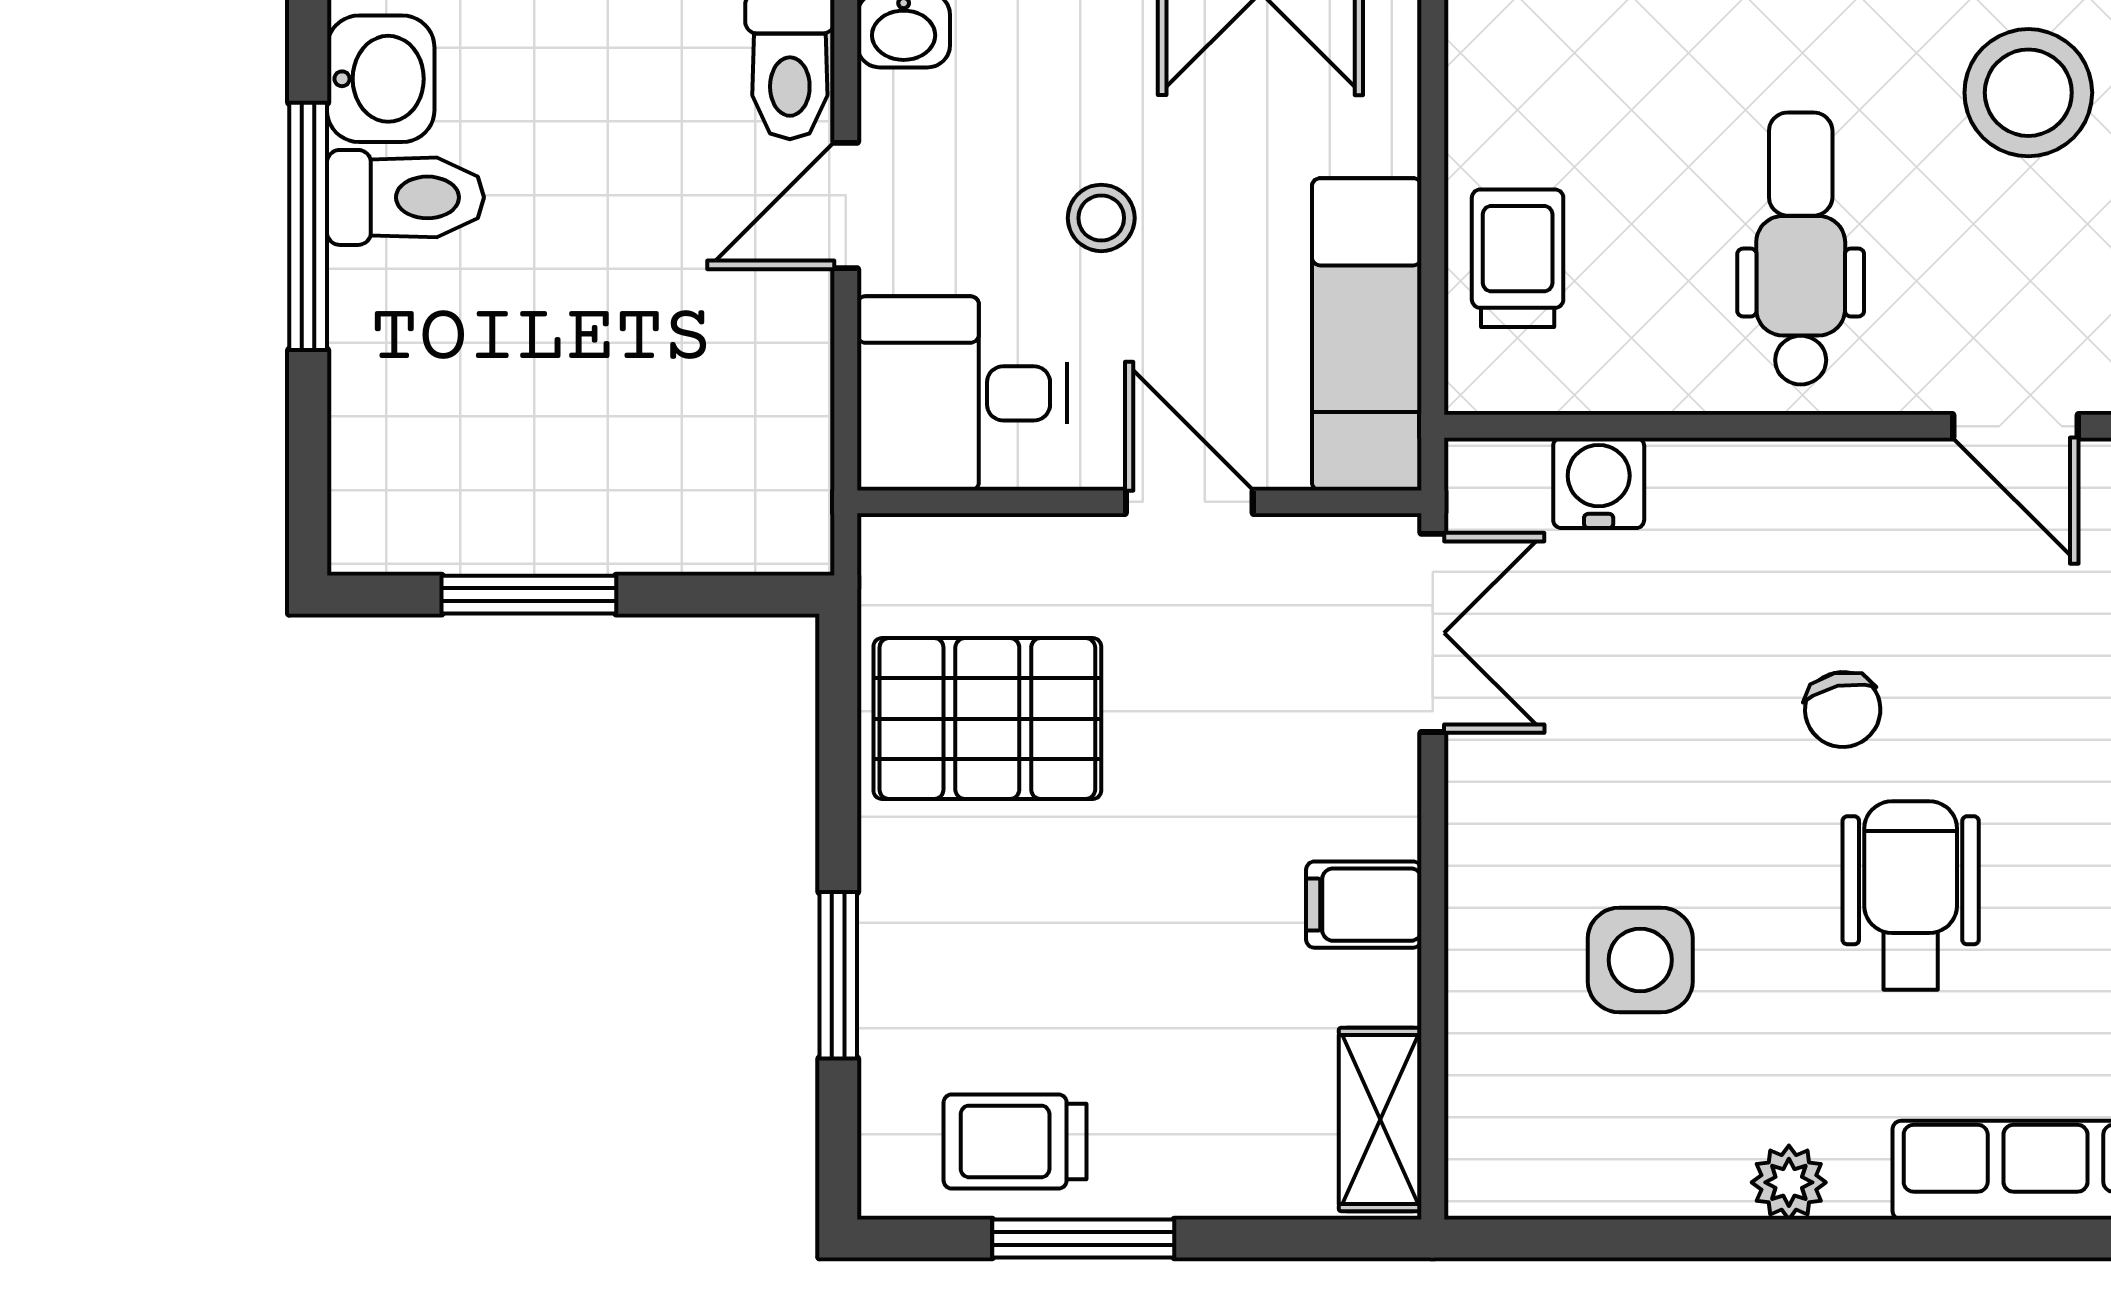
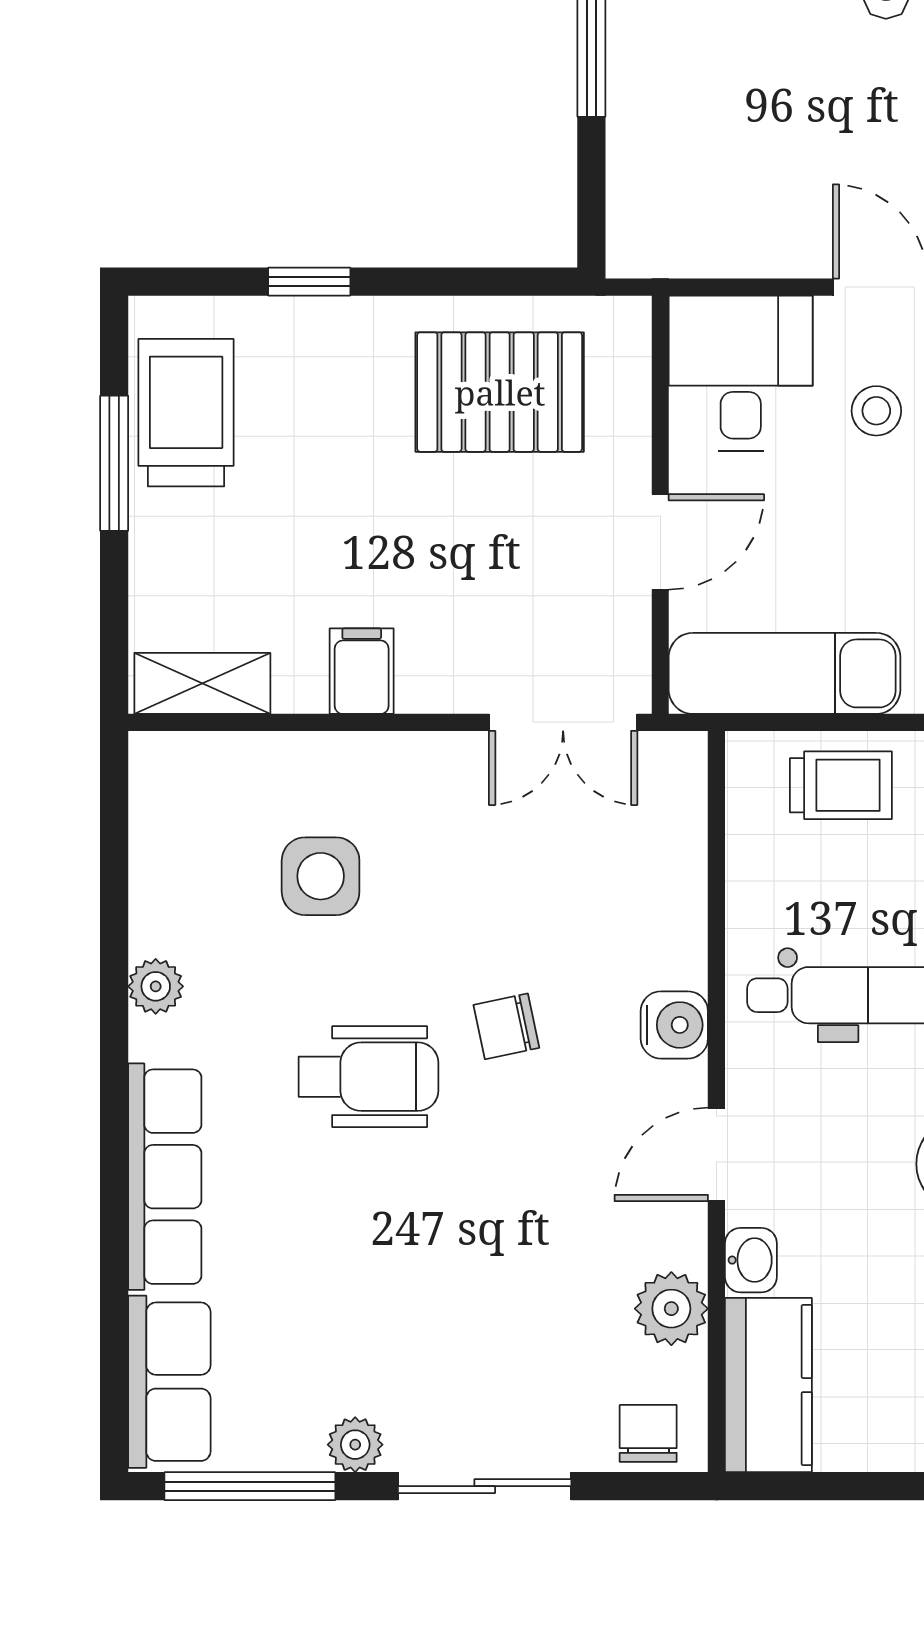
stool: (1101, 218) -> (876, 411), moved
water cooler: (1599, 483) -> (674, 1025), moved
pallet: (987, 719) -> (500, 392), turned 90
window: (838, 975) -> (309, 282), width x0.67
trolley: (1015, 1141) -> (186, 413), width x1.36, depth x1.39

